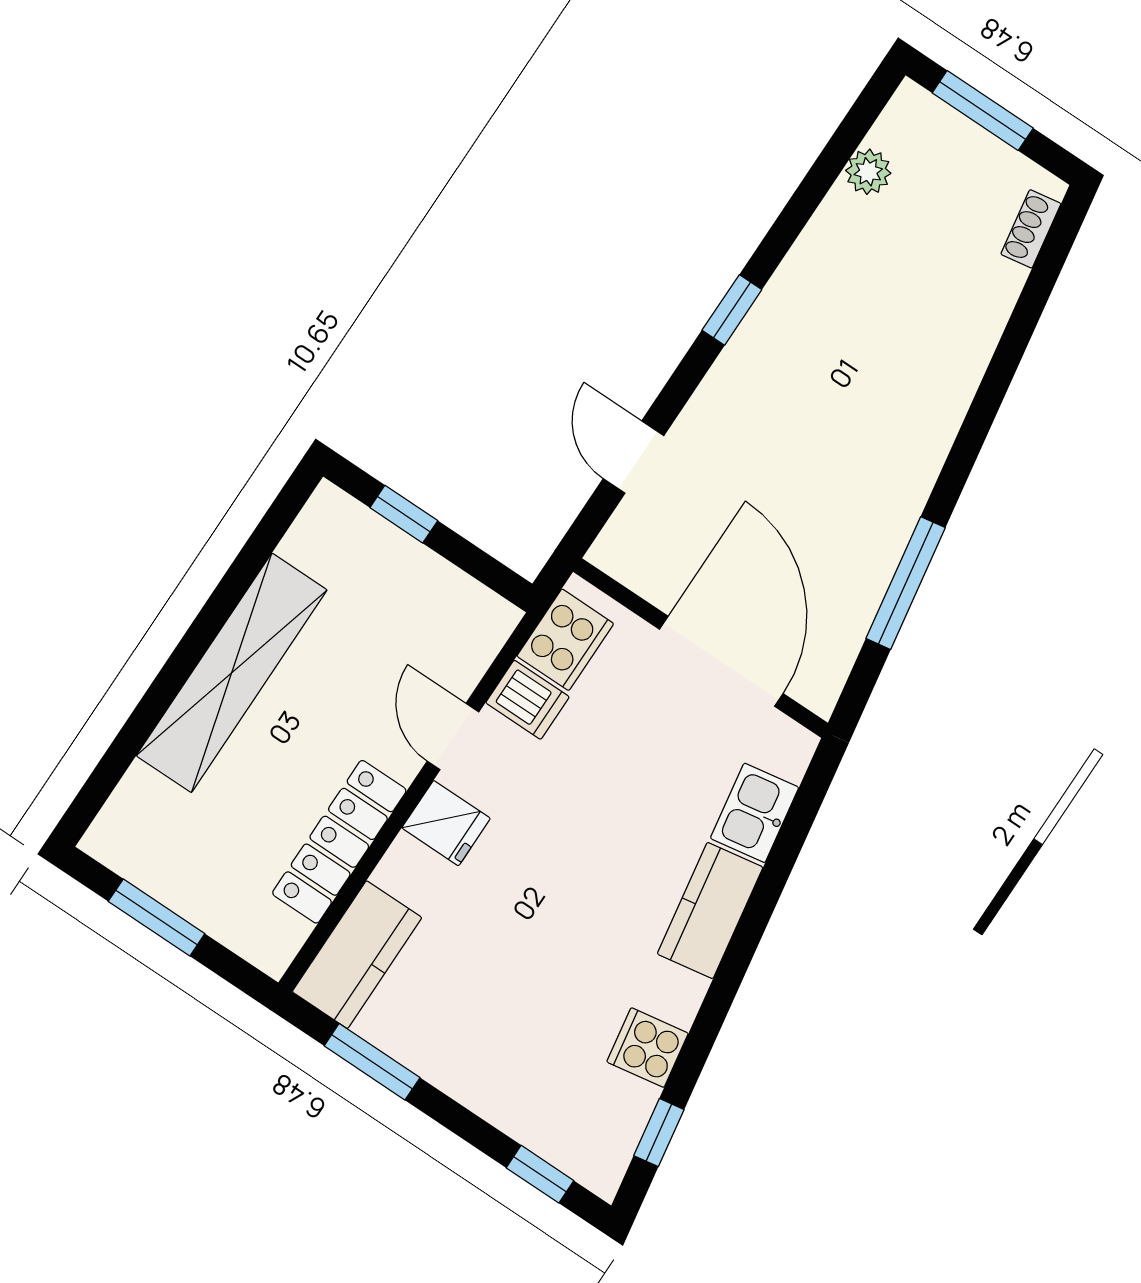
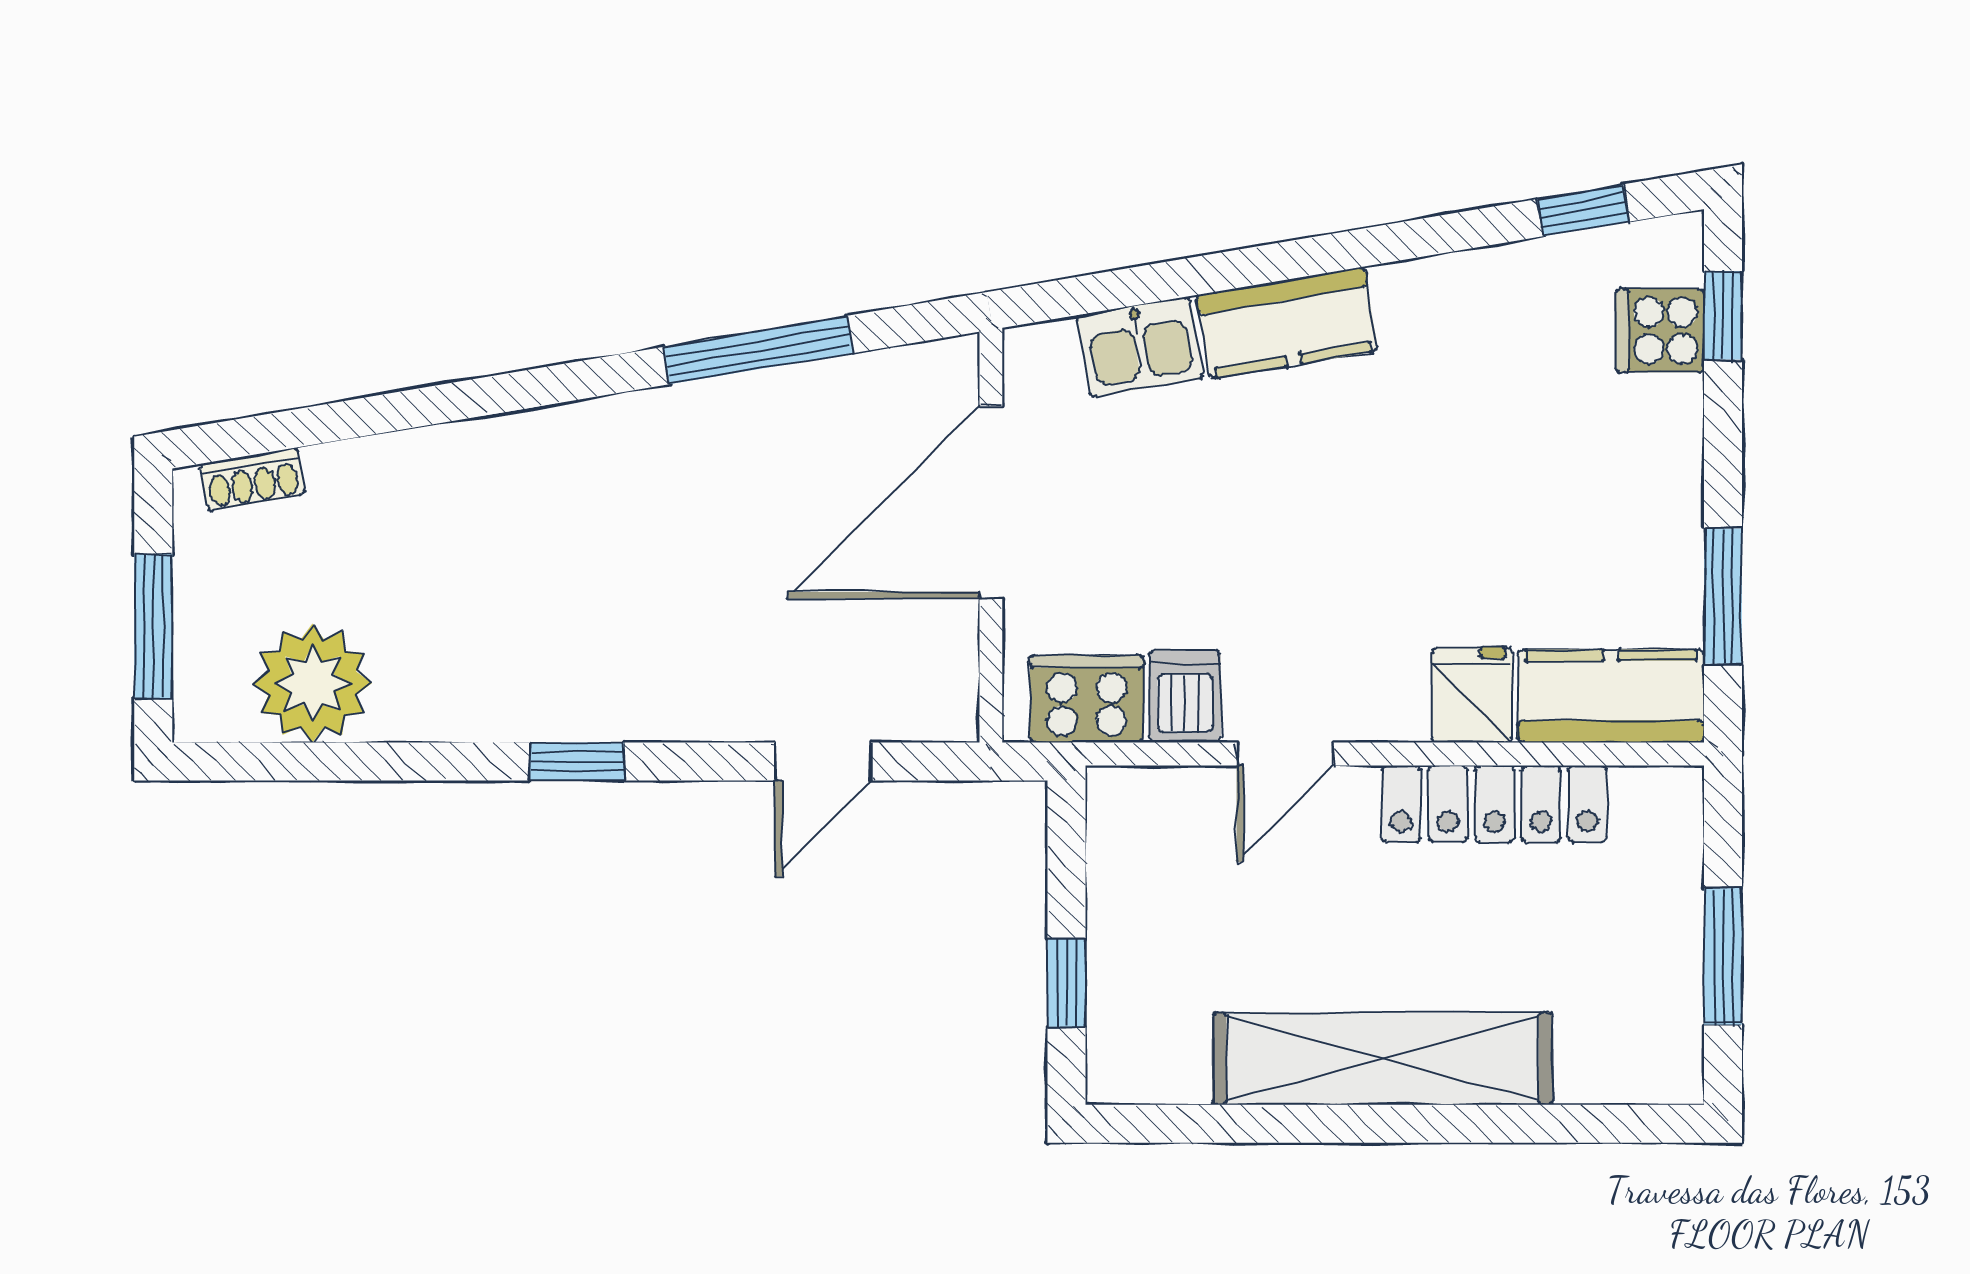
plant: (868, 172) -> (312, 683), width x1.87, depth x1.87
fridge: (446, 823) -> (1472, 695), moved
cooker: (648, 1048) -> (1660, 331), moved, turned 100

